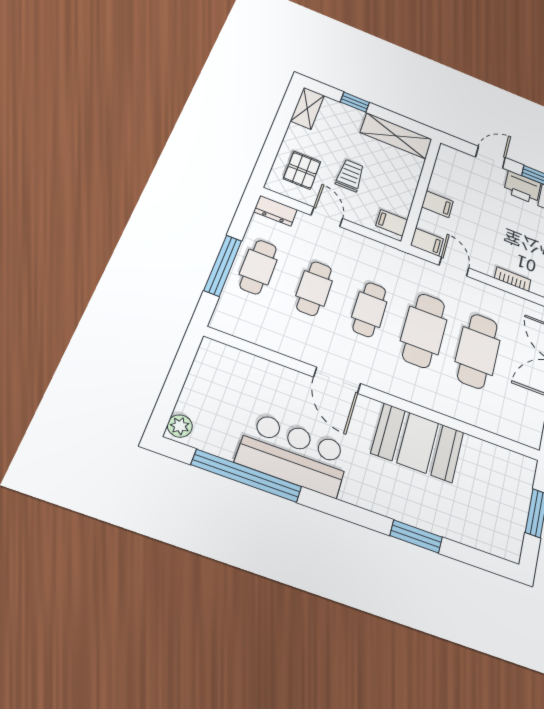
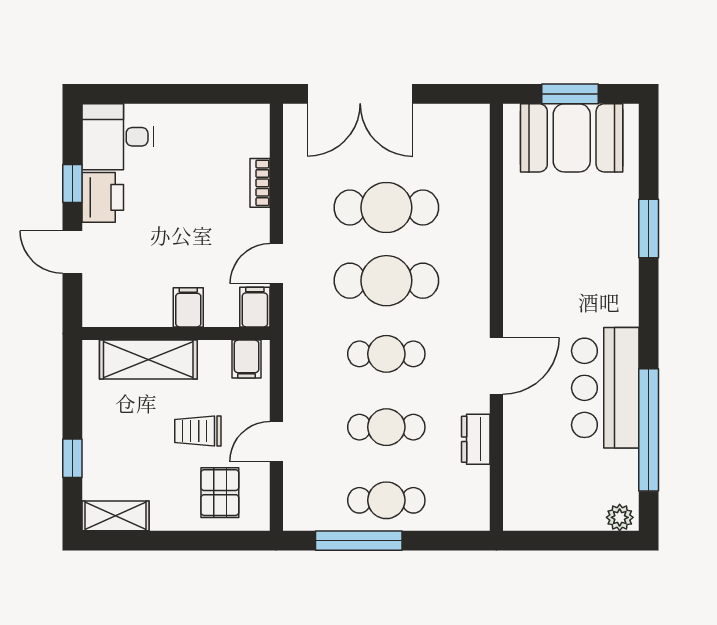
shelving: (396, 136) -> (148, 359), moved, turned 90
pallet: (302, 170) -> (220, 493), turned 90
dresser: (275, 211) -> (476, 439), moved, turned 180
window: (223, 265) -> (359, 541), moved
booth: (418, 443) -> (572, 138), moved, turned 90

